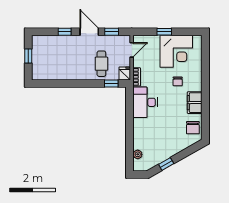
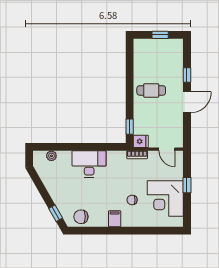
window: (112, 32) -> (187, 127), removed
cafe table: (101, 64) -> (151, 90), moved
desk: (145, 102) -> (89, 164), moved
filing cabinet: (195, 103) -> (115, 219), width x0.50
window: (166, 164) -> (56, 213), moved

